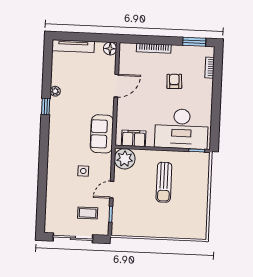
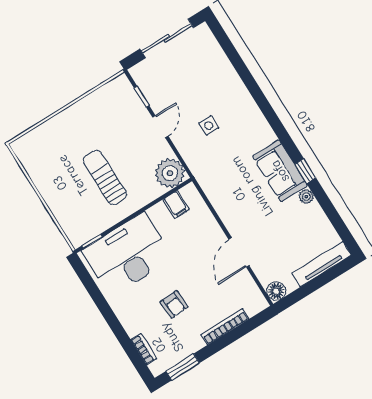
sofa: (102, 134) -> (280, 171), moved, turned 180
filing cabinet: (134, 138) -> (176, 204), width x0.50
coffee table: (88, 213) -> (170, 80), removed

